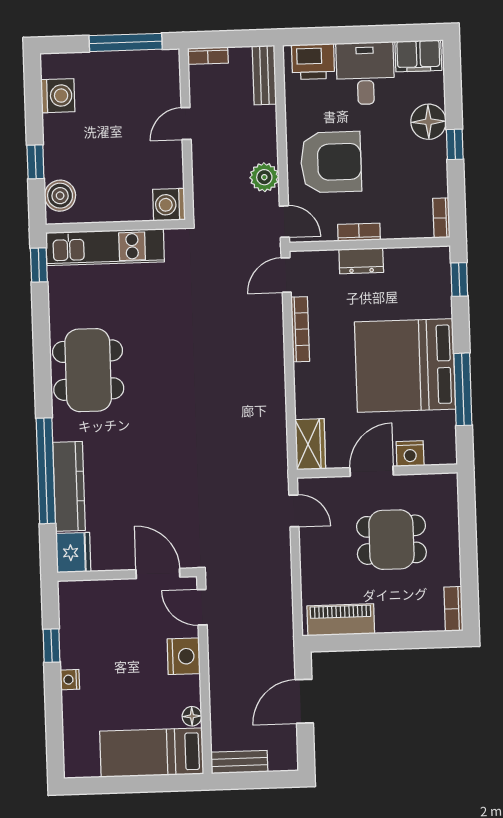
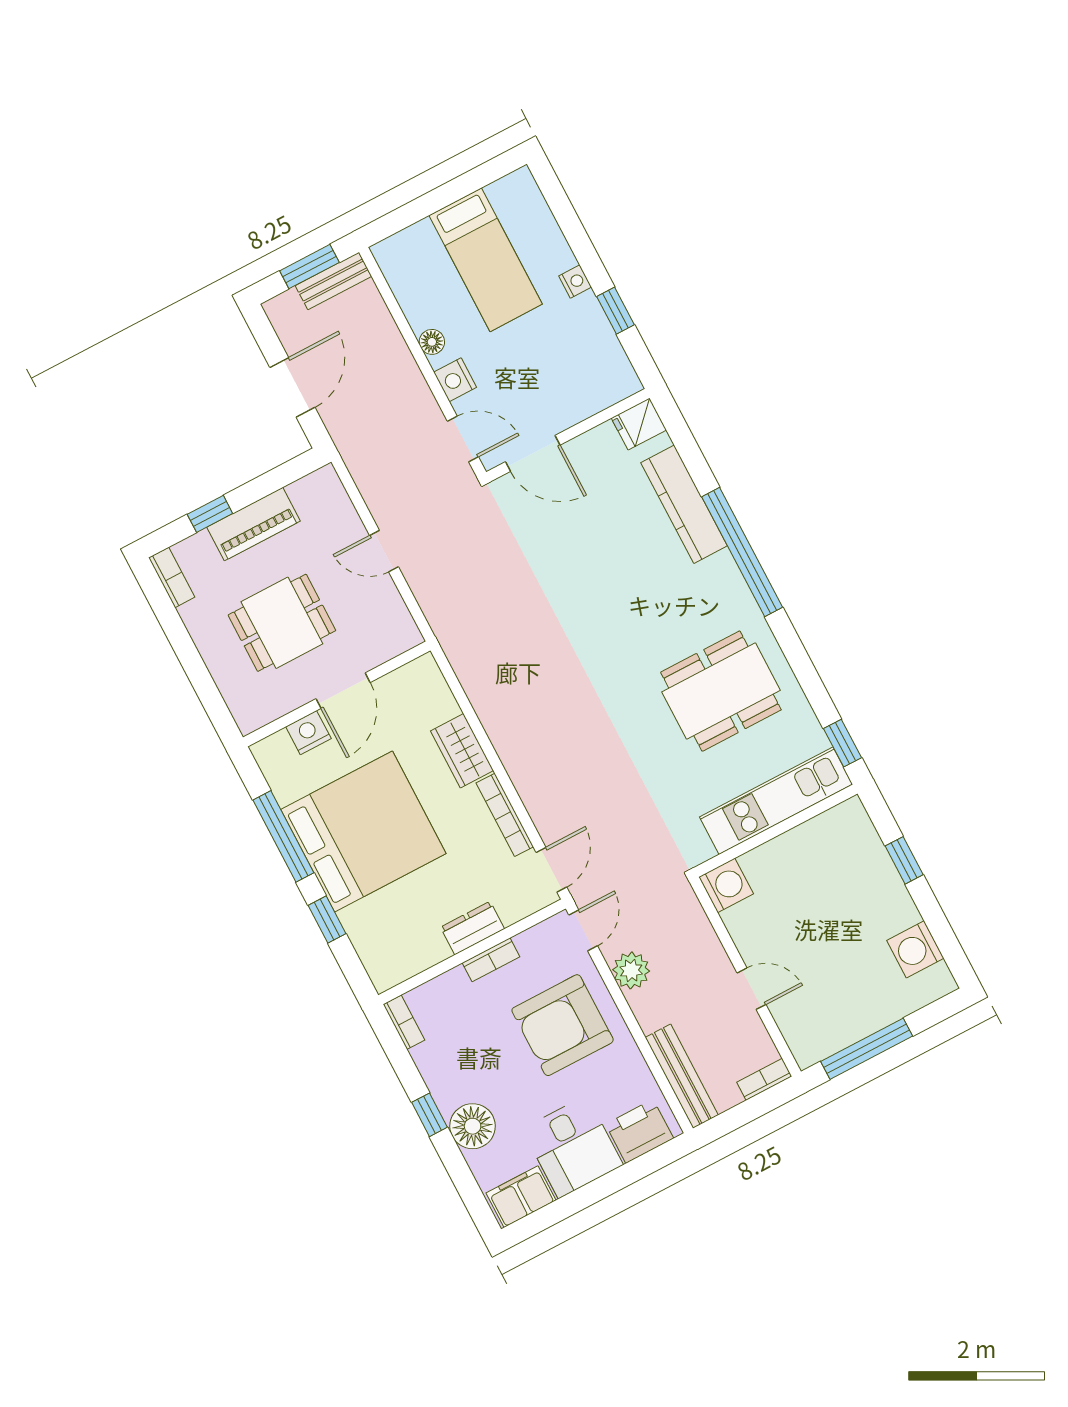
bench: (264, 75) -> (682, 1076), width x1.36
door: (186, 124) -> (752, 989), hinge flipped
boiler: (60, 196) -> (857, 835), removed
door: (284, 222) -> (583, 930), swing flipped
window: (459, 279) -> (327, 920), moved
dining table: (88, 370) -> (721, 691), moved, turned 90
wardrobe: (310, 444) -> (462, 751), moved
window: (46, 471) -> (742, 552), moved
door: (294, 511) -> (384, 551), moved
fridge: (73, 553) -> (639, 424), width x0.72
piano: (341, 620) -> (254, 524), moved
window: (405, 641) -> (210, 514), added
nightstand: (184, 656) -> (455, 380), width x0.74, depth x0.75
floor lamp: (192, 716) -> (432, 342), moved
bed: (152, 753) -> (486, 260), moved, turned 90
window: (251, 780) -> (309, 267), added

